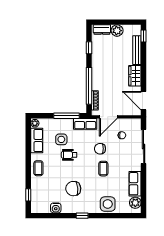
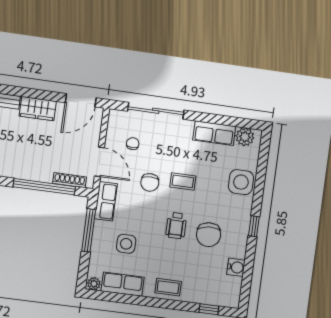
wheelchair: (69, 155) -> (176, 226), moved

